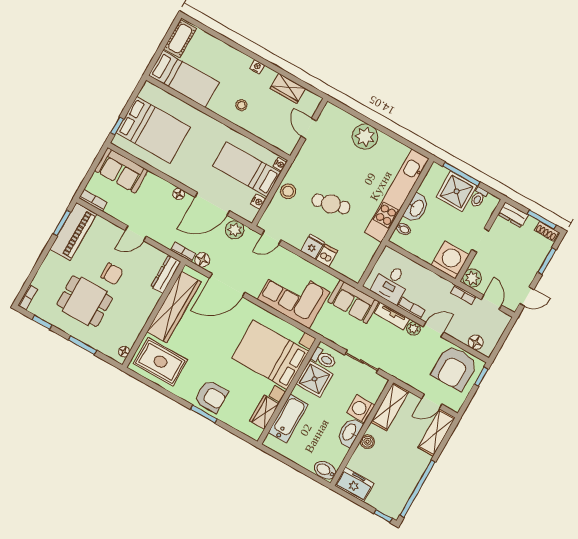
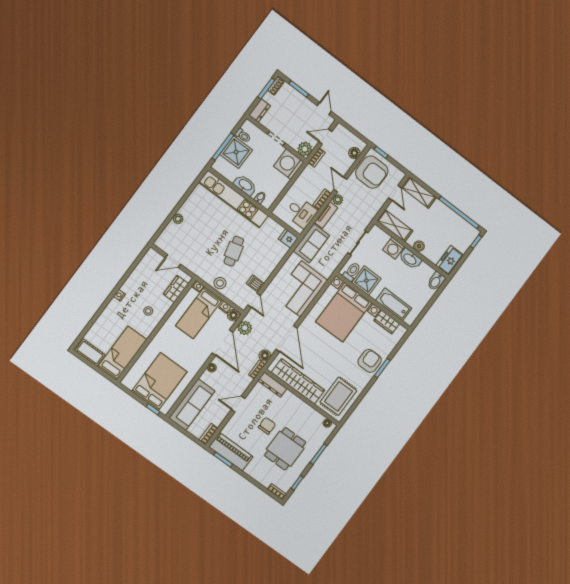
wardrobe: (288, 88) -> (176, 289), moved, turned 180
plant: (365, 137) -> (178, 219), width x0.53, depth x0.53
sofa: (121, 170) -> (192, 404), width x1.36
floor lamp: (249, 213) -> (233, 315), added
door: (136, 233) -> (238, 404), swing flipped
fridge: (312, 247) -> (288, 239), moved
dishwasher: (327, 255) -> (255, 284), moved

